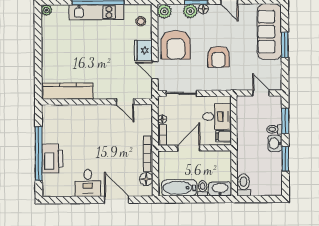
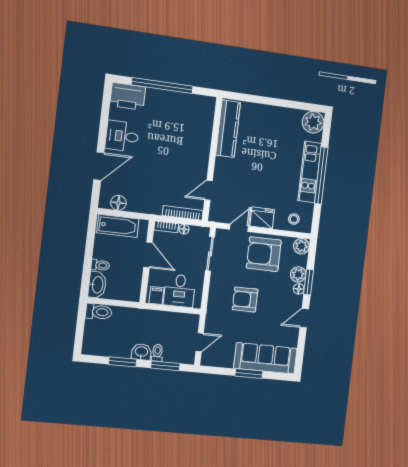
plant: (47, 10) -> (313, 122), width x1.88, depth x1.88
bookcase: (148, 154) -> (183, 213), moved
printer: (52, 158) -> (128, 96), moved
bathtub: (179, 188) -> (118, 226), moved, turned 90

